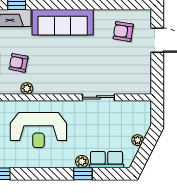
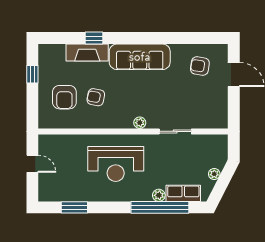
plant: (27, 88) -> (140, 123), moved
window: (83, 174) -> (160, 207), width x3.17

